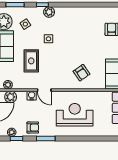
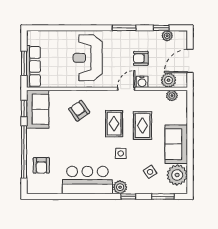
bar counter: (75, 18) -> (87, 180), added
rug: (54, 62) -> (114, 124), added
door: (44, 90) -> (126, 89), hinge flipped
reception desk: (75, 115) -> (88, 58), turned 90
armchair: (33, 128) -> (141, 58), moved

